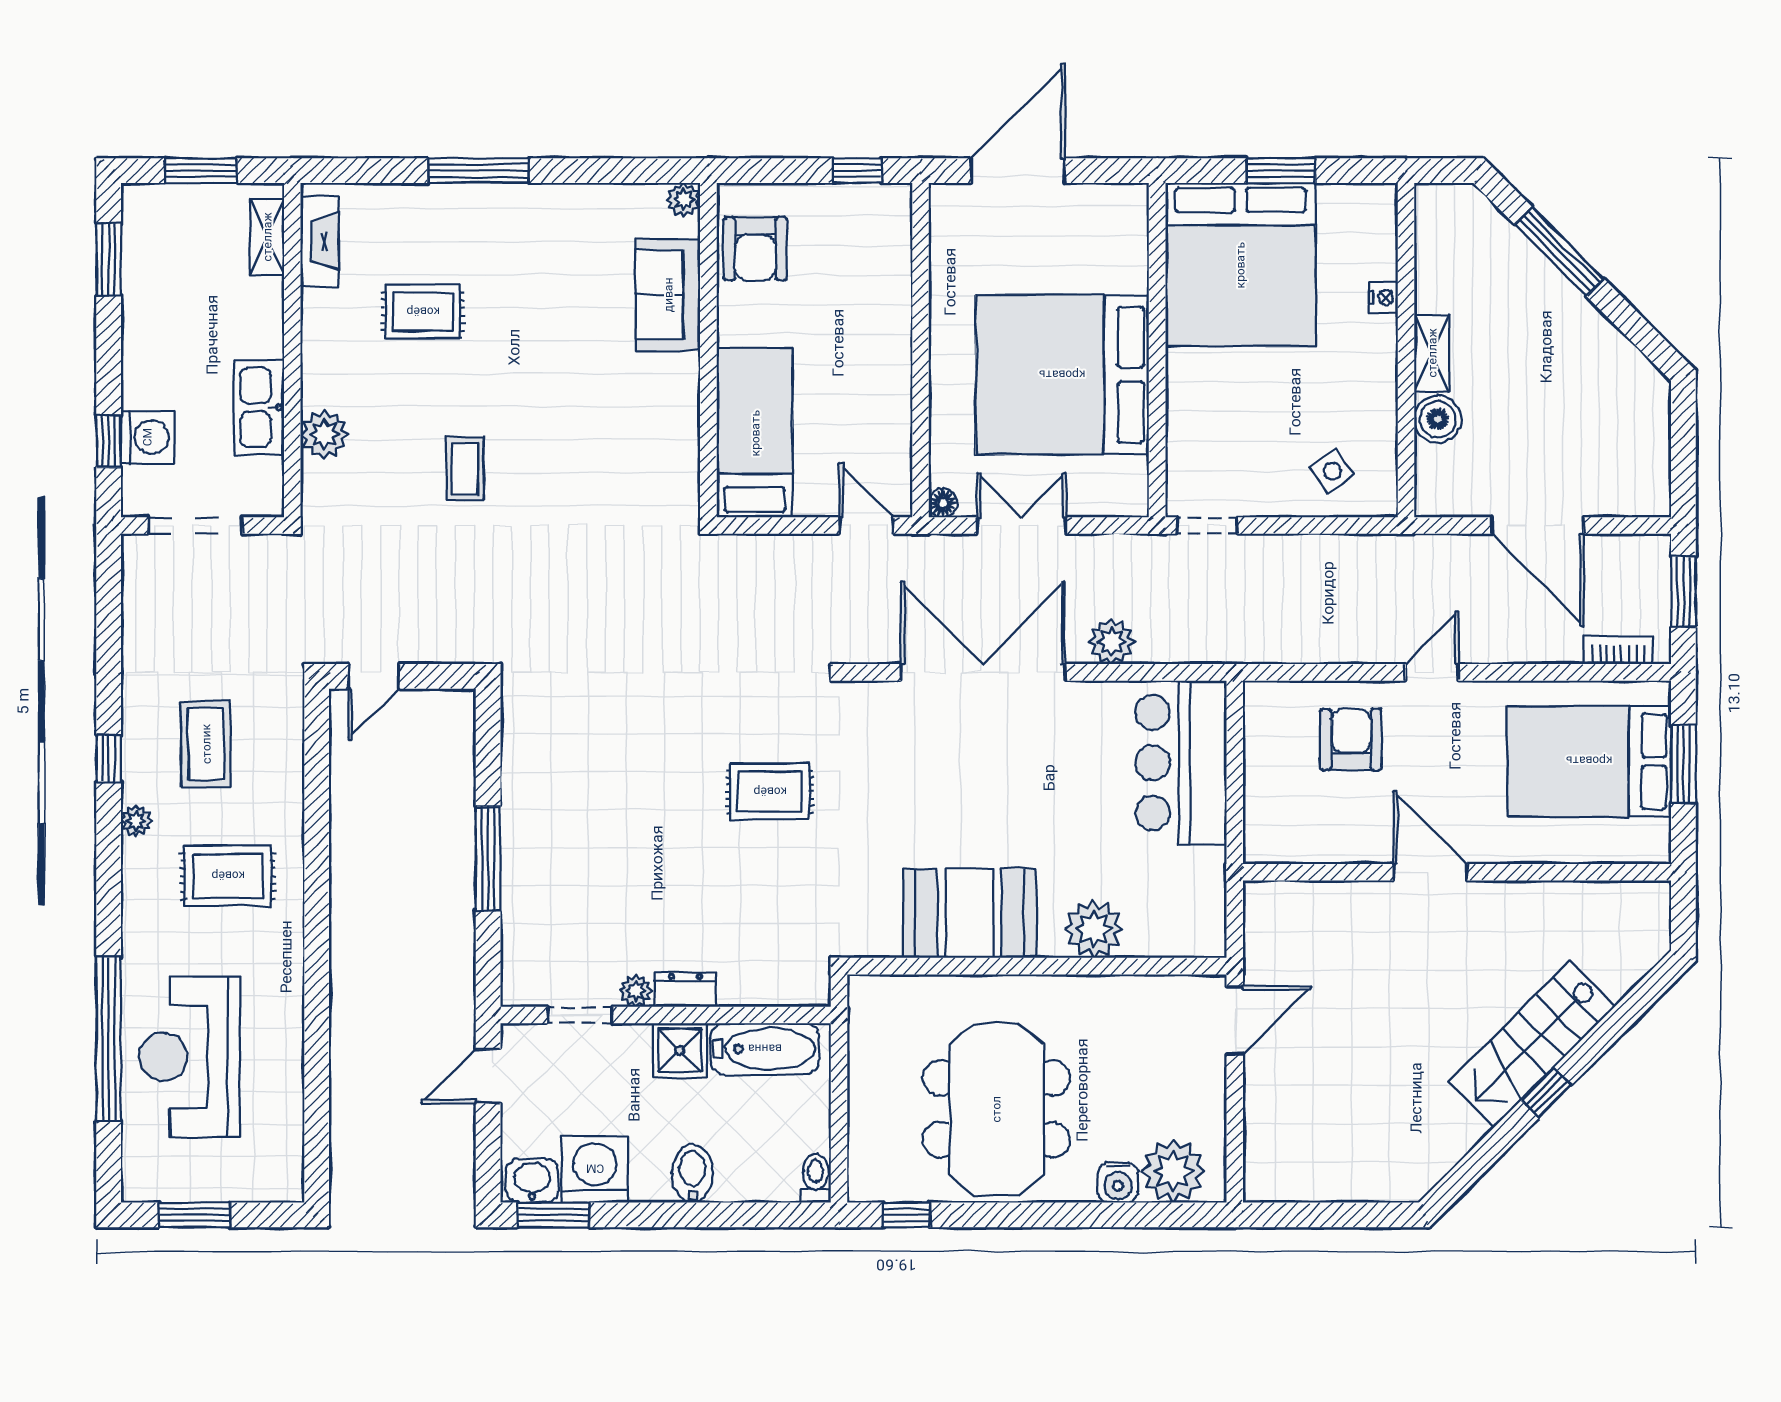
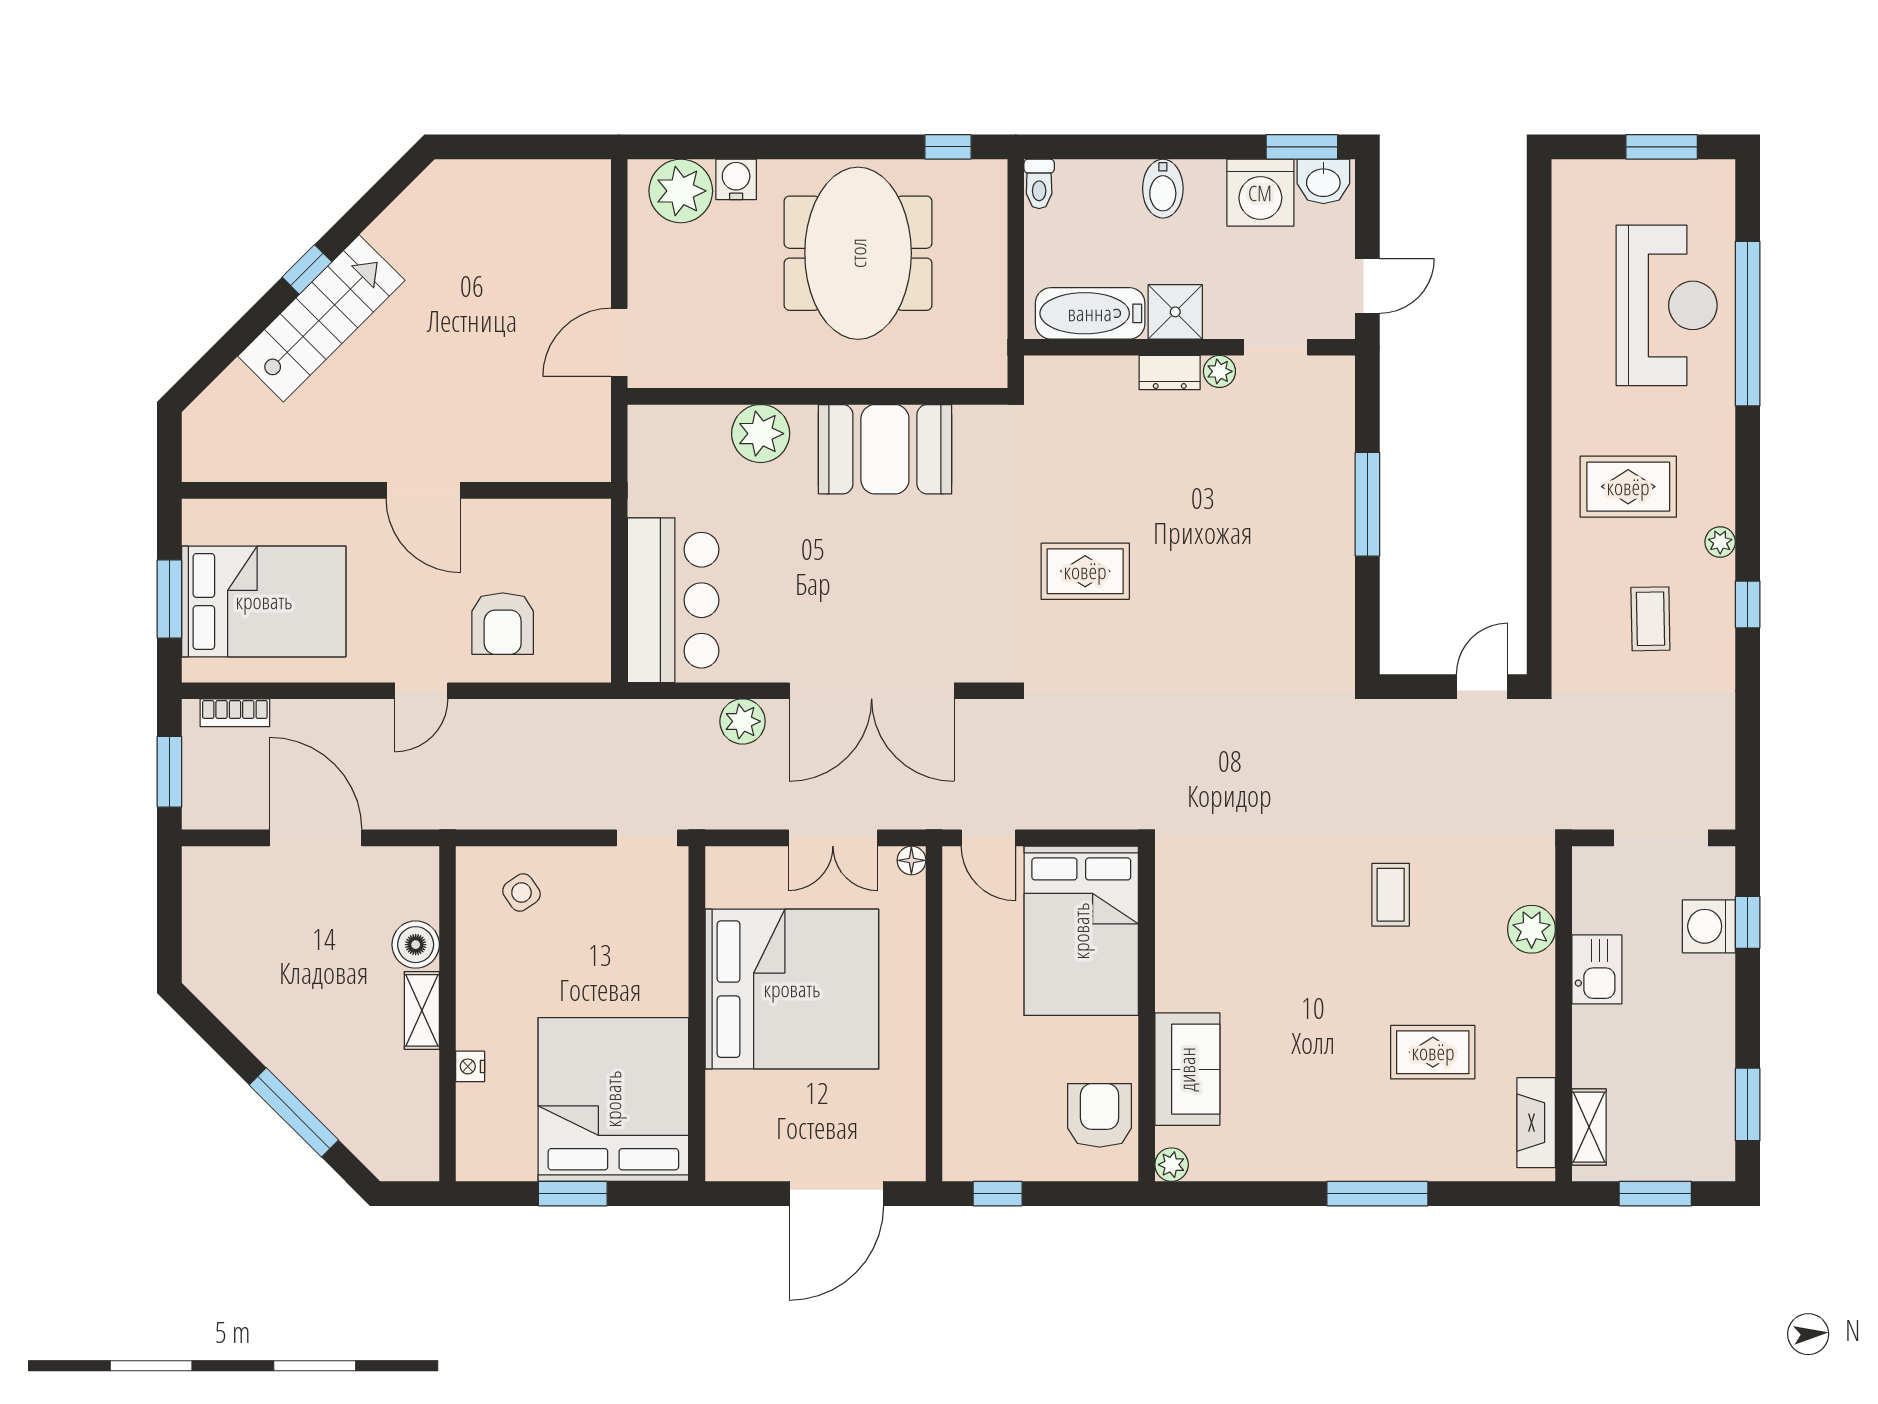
kitchen sink: (259, 407) -> (1597, 969), width x0.73
bed: (755, 433) -> (1081, 931), width x1.50
coffee table: (206, 744) -> (1650, 619), width x0.73, depth x0.77

